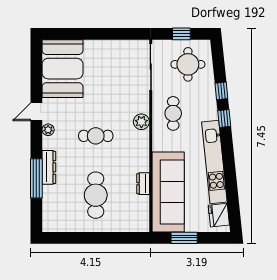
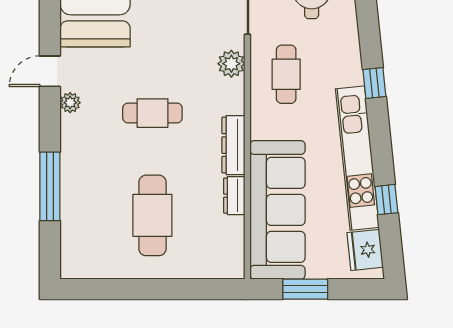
window: (221, 91) -> (386, 200), moved
plant: (141, 122) -> (231, 64), moved
dresser: (49, 167) -> (233, 145), moved, turned 180

